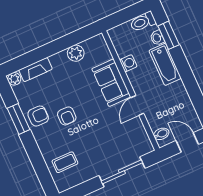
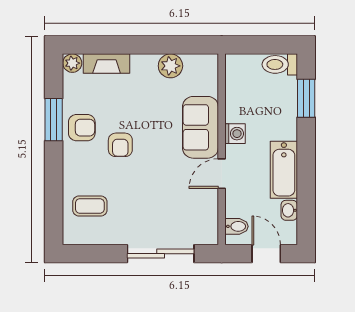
washbasin: (157, 38) -> (289, 210), moved
washing machine: (128, 63) -> (235, 134), moved
bathtub: (165, 64) -> (284, 170), moved

